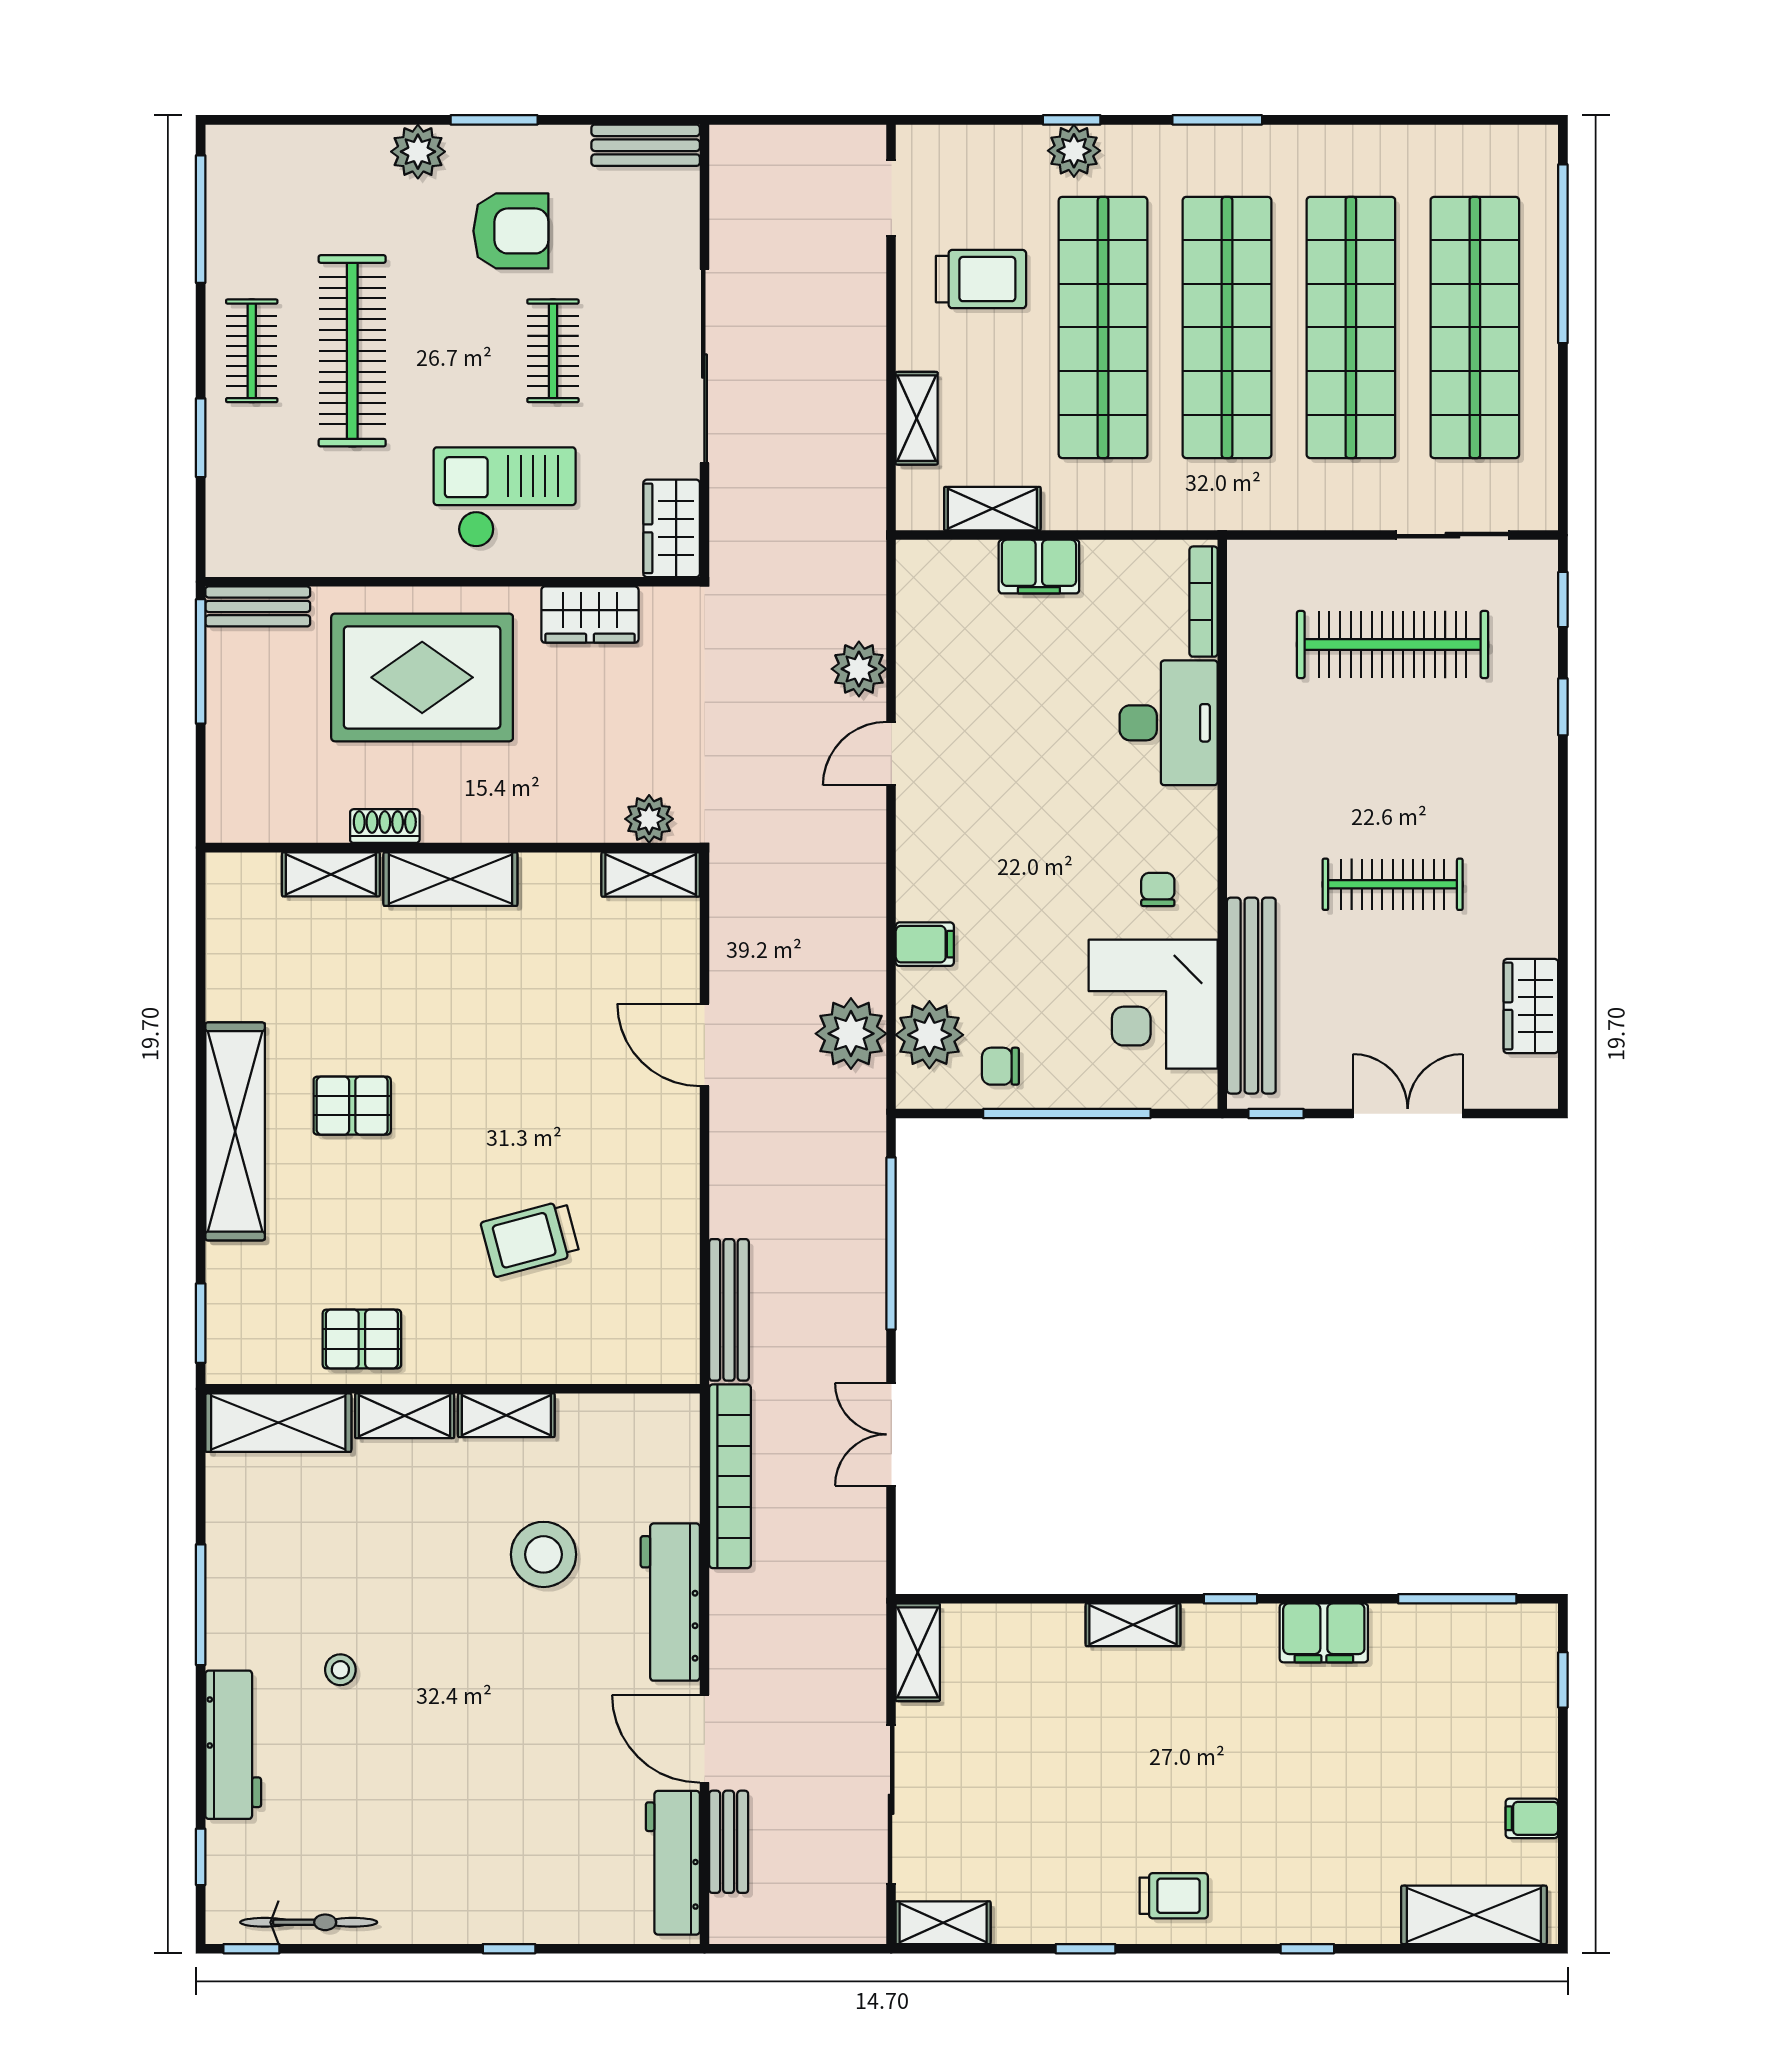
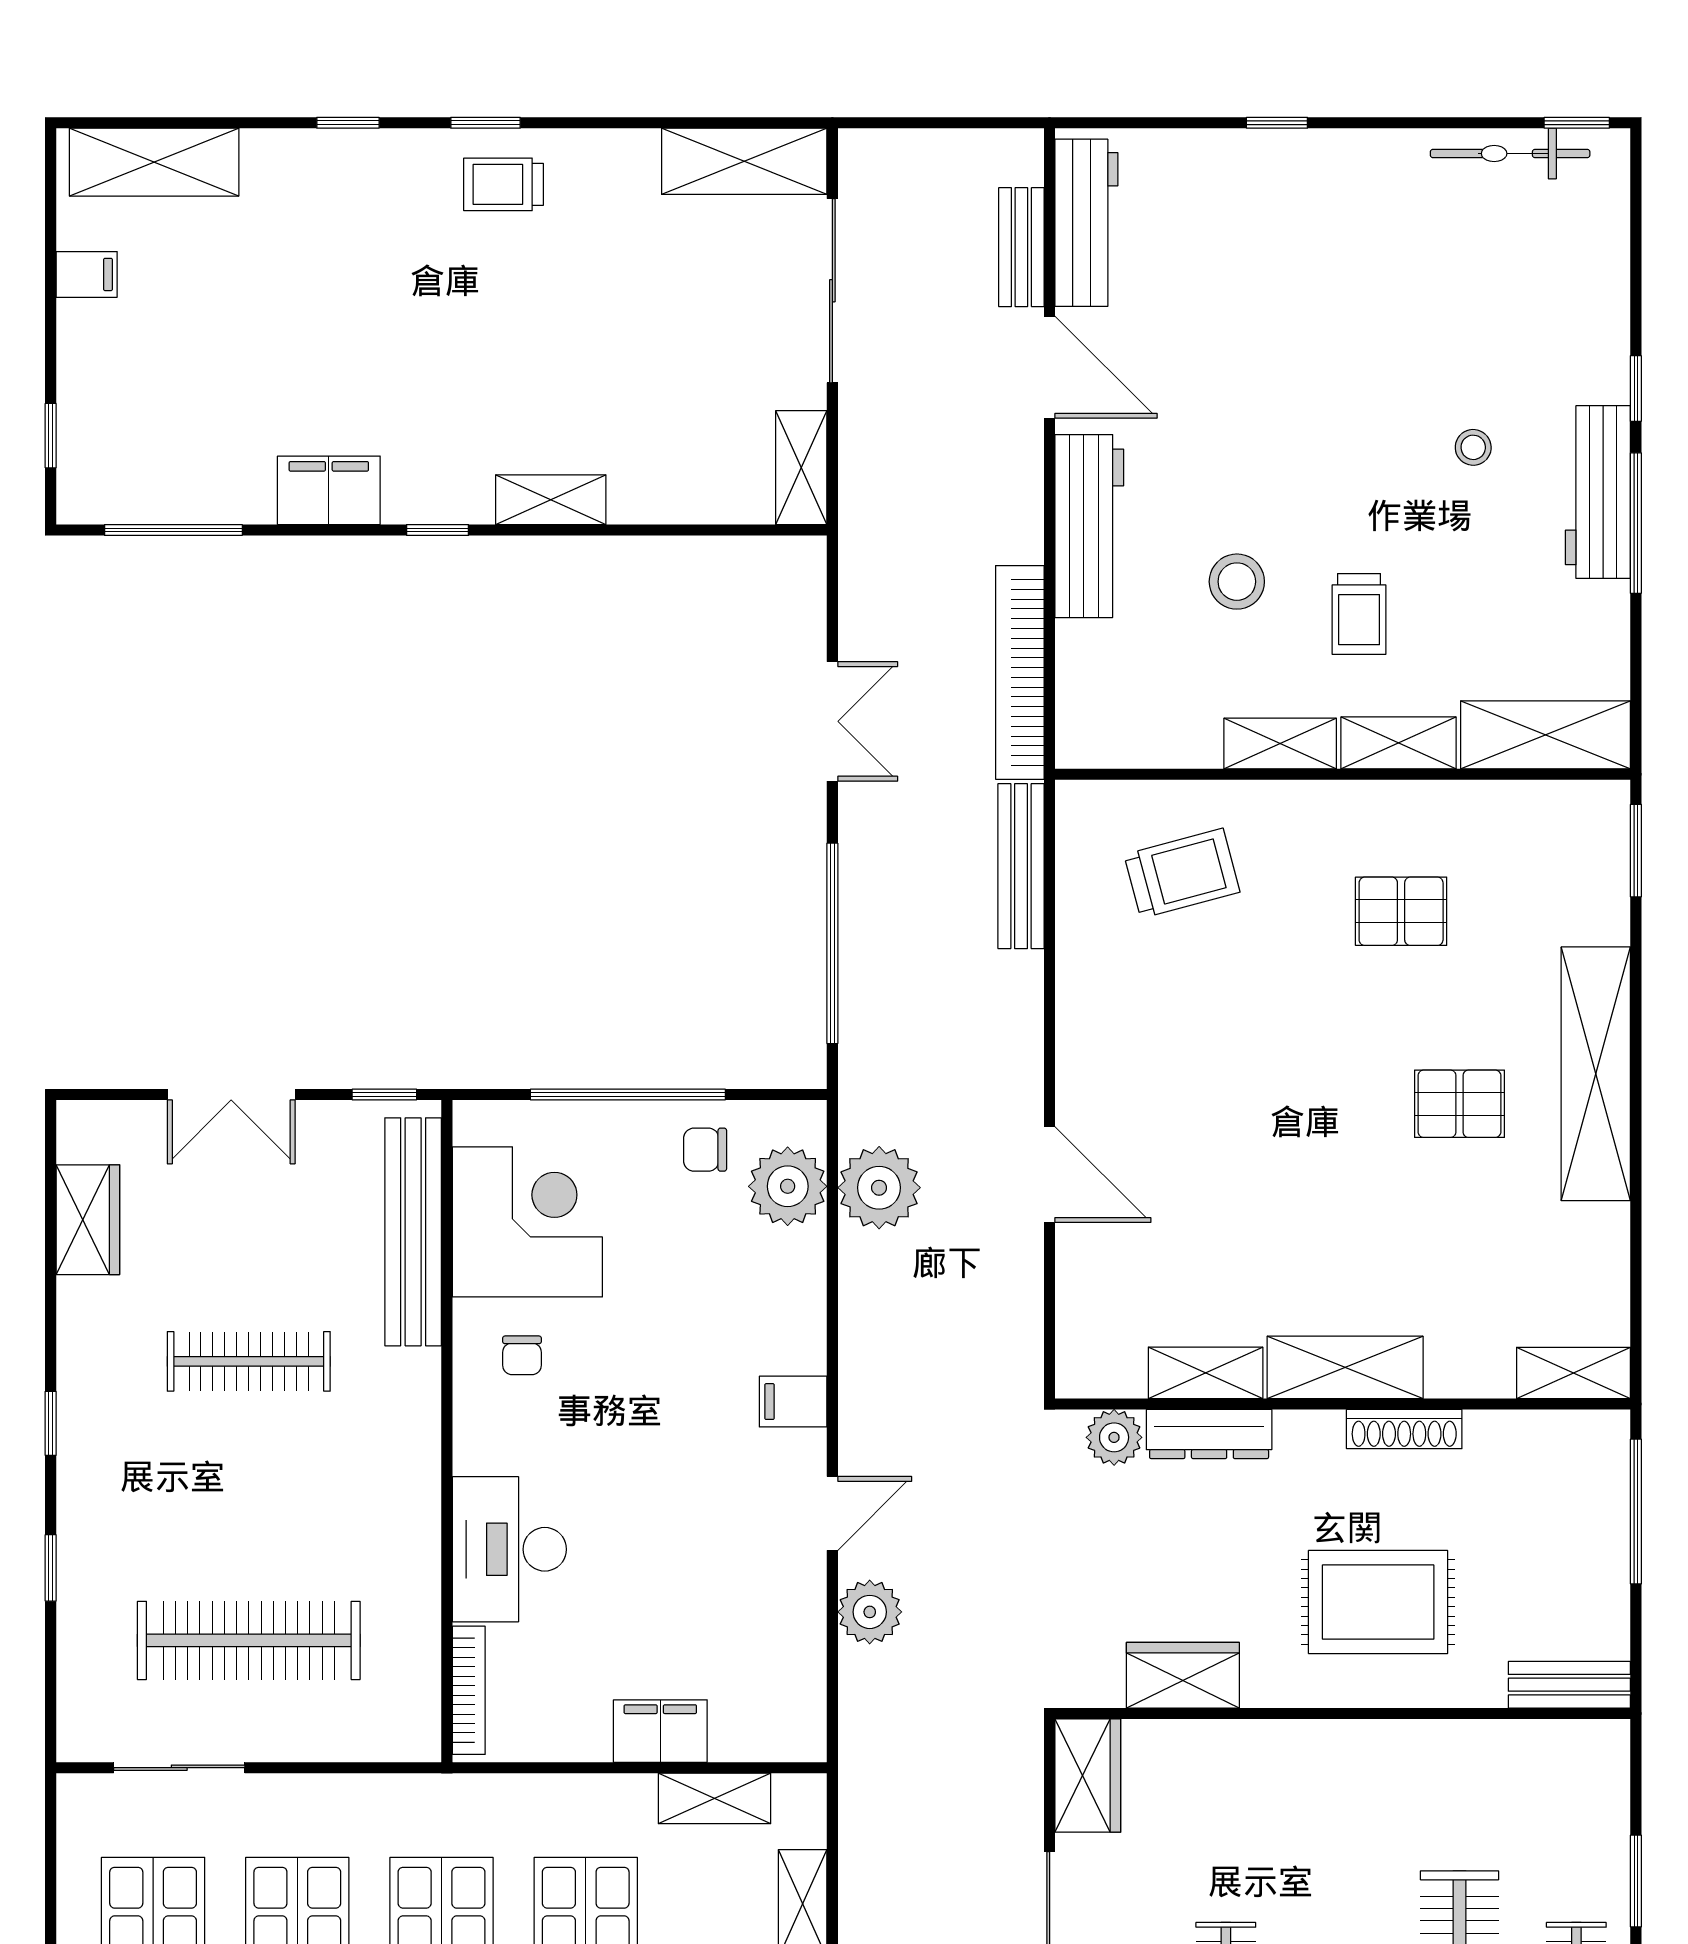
checkout: (505, 497) -> (1282, 1812), removed
window: (1563, 599) -> (51, 1423), moved
window: (201, 661) -> (1636, 1512), moved
rug: (422, 677) -> (1378, 1602), width x0.73, depth x0.69
dresser: (567, 822) -> (1209, 1434), added
shoe rack: (385, 826) -> (1404, 1429), width x1.43
shelving: (331, 874) -> (1574, 1373), moved
shelving: (651, 874) -> (1206, 1373), moved
filing cabinet: (925, 944) -> (793, 1402), moved
chair: (1000, 1066) -> (705, 1150), turned 180
trolley: (530, 1239) -> (1182, 873), moved
pallet: (362, 1339) -> (1401, 911), moved
trolley: (438, 1527) -> (1359, 614), added
stool: (544, 1554) -> (1237, 582), width x0.73, depth x0.73
workbench: (233, 1745) -> (1598, 492), moved
window: (201, 1857) -> (1636, 388), moved
shelving: (943, 1923) -> (744, 161), width x1.50, depth x1.33
window: (1086, 1949) -> (485, 123), moved

